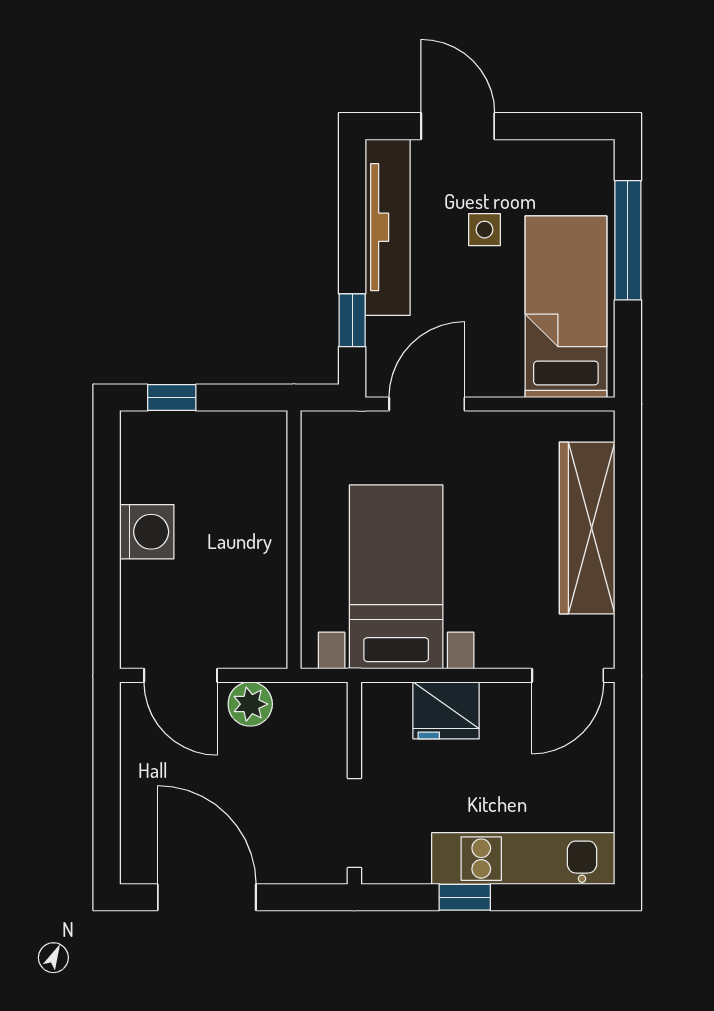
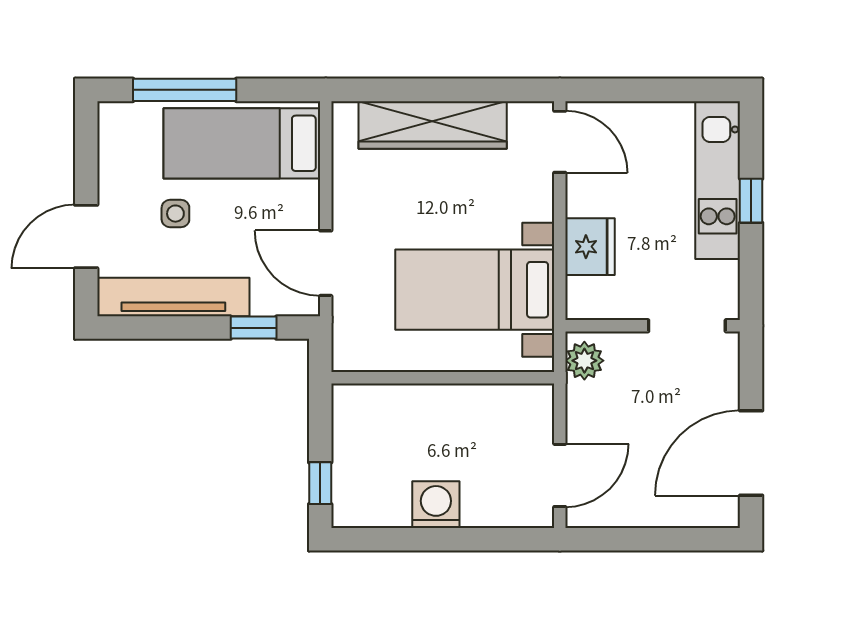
plant: (250, 704) -> (584, 361), moved
window: (465, 897) -> (751, 201), moved

